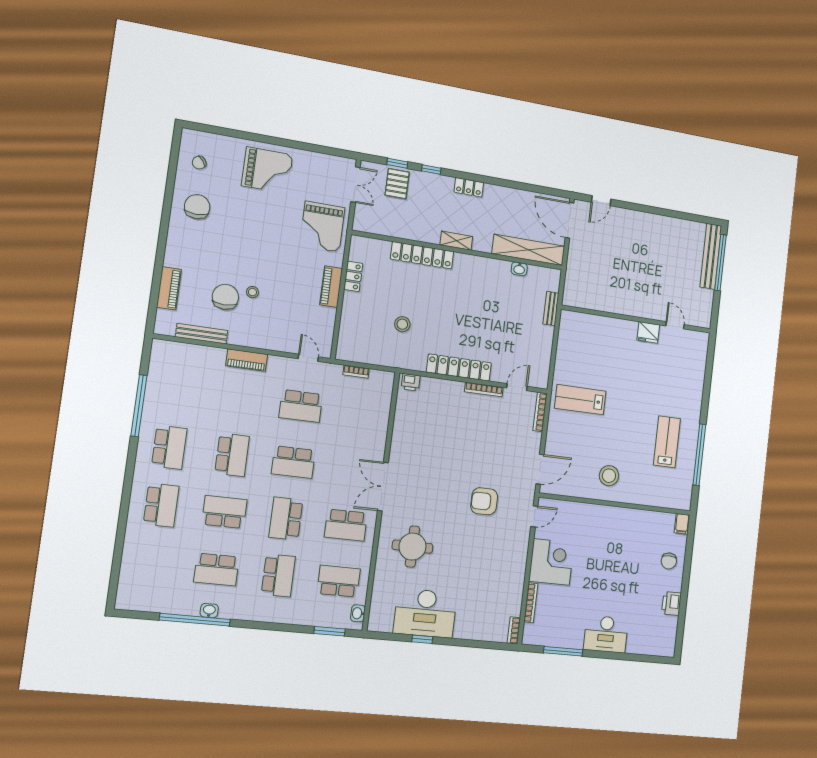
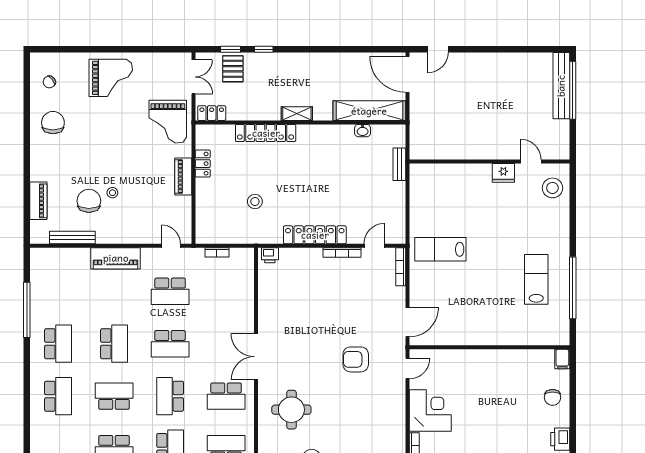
locker: (469, 187) -> (212, 113), moved, turned 180
piano: (247, 360) -> (116, 258), width x1.37, depth x1.33
stool: (609, 476) -> (552, 188), moved

